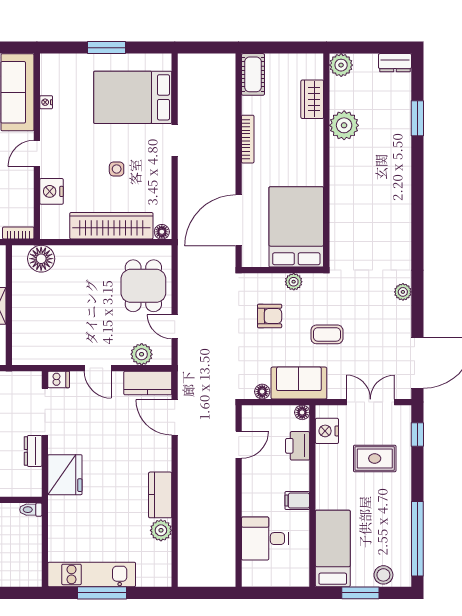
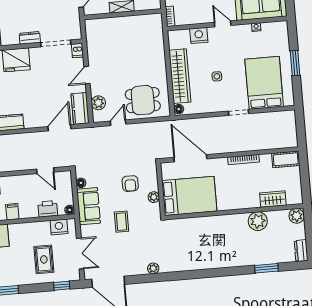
floor lamp: (41, 259) -> (155, 33), removed

